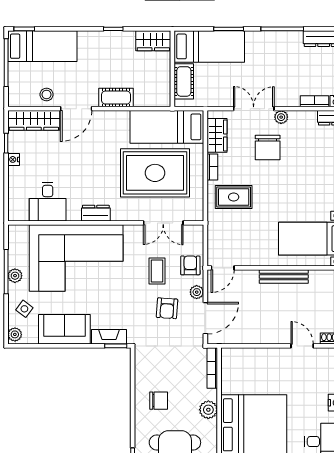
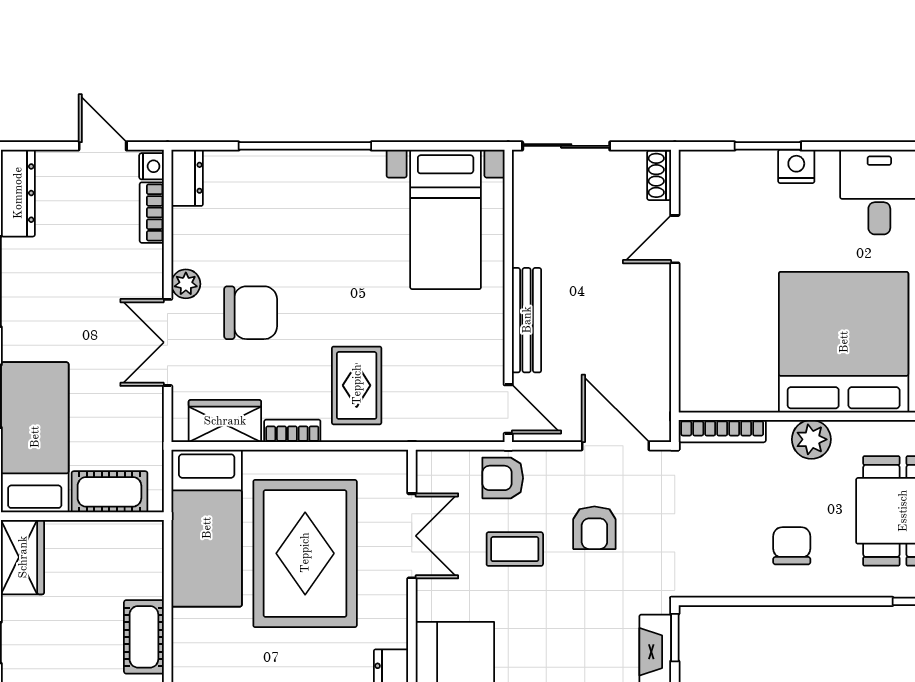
bench: (284, 277) -> (527, 320), moved
plant: (197, 292) -> (560, 464), removed
armchair: (167, 308) -> (594, 528), turned 86

